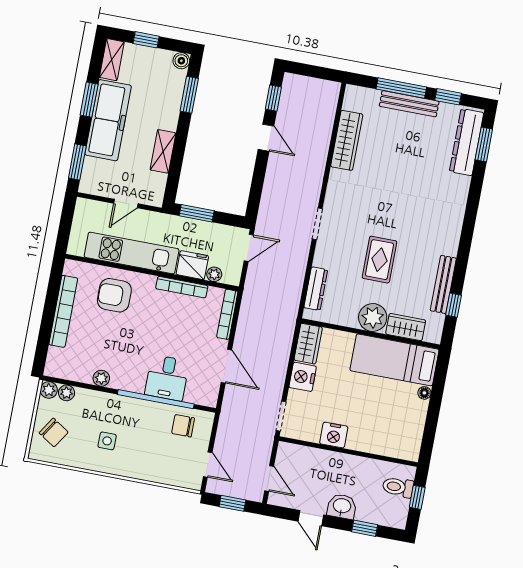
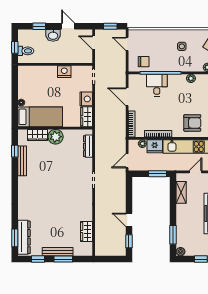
window: (401, 88) -> (63, 259), width x0.69
wardrobe: (347, 140) -> (87, 232), width x0.67
shelving: (163, 151) -> (181, 192), moved
rug: (379, 260) -> (58, 168), removed

